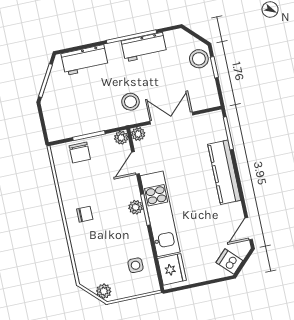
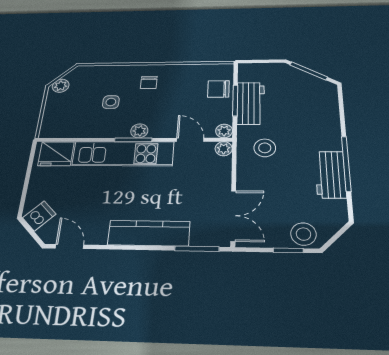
workbench: (85, 60) -> (251, 103), moved, turned 180
double door: (171, 118) -> (233, 216), moved
side table: (136, 265) -> (111, 102), moved

